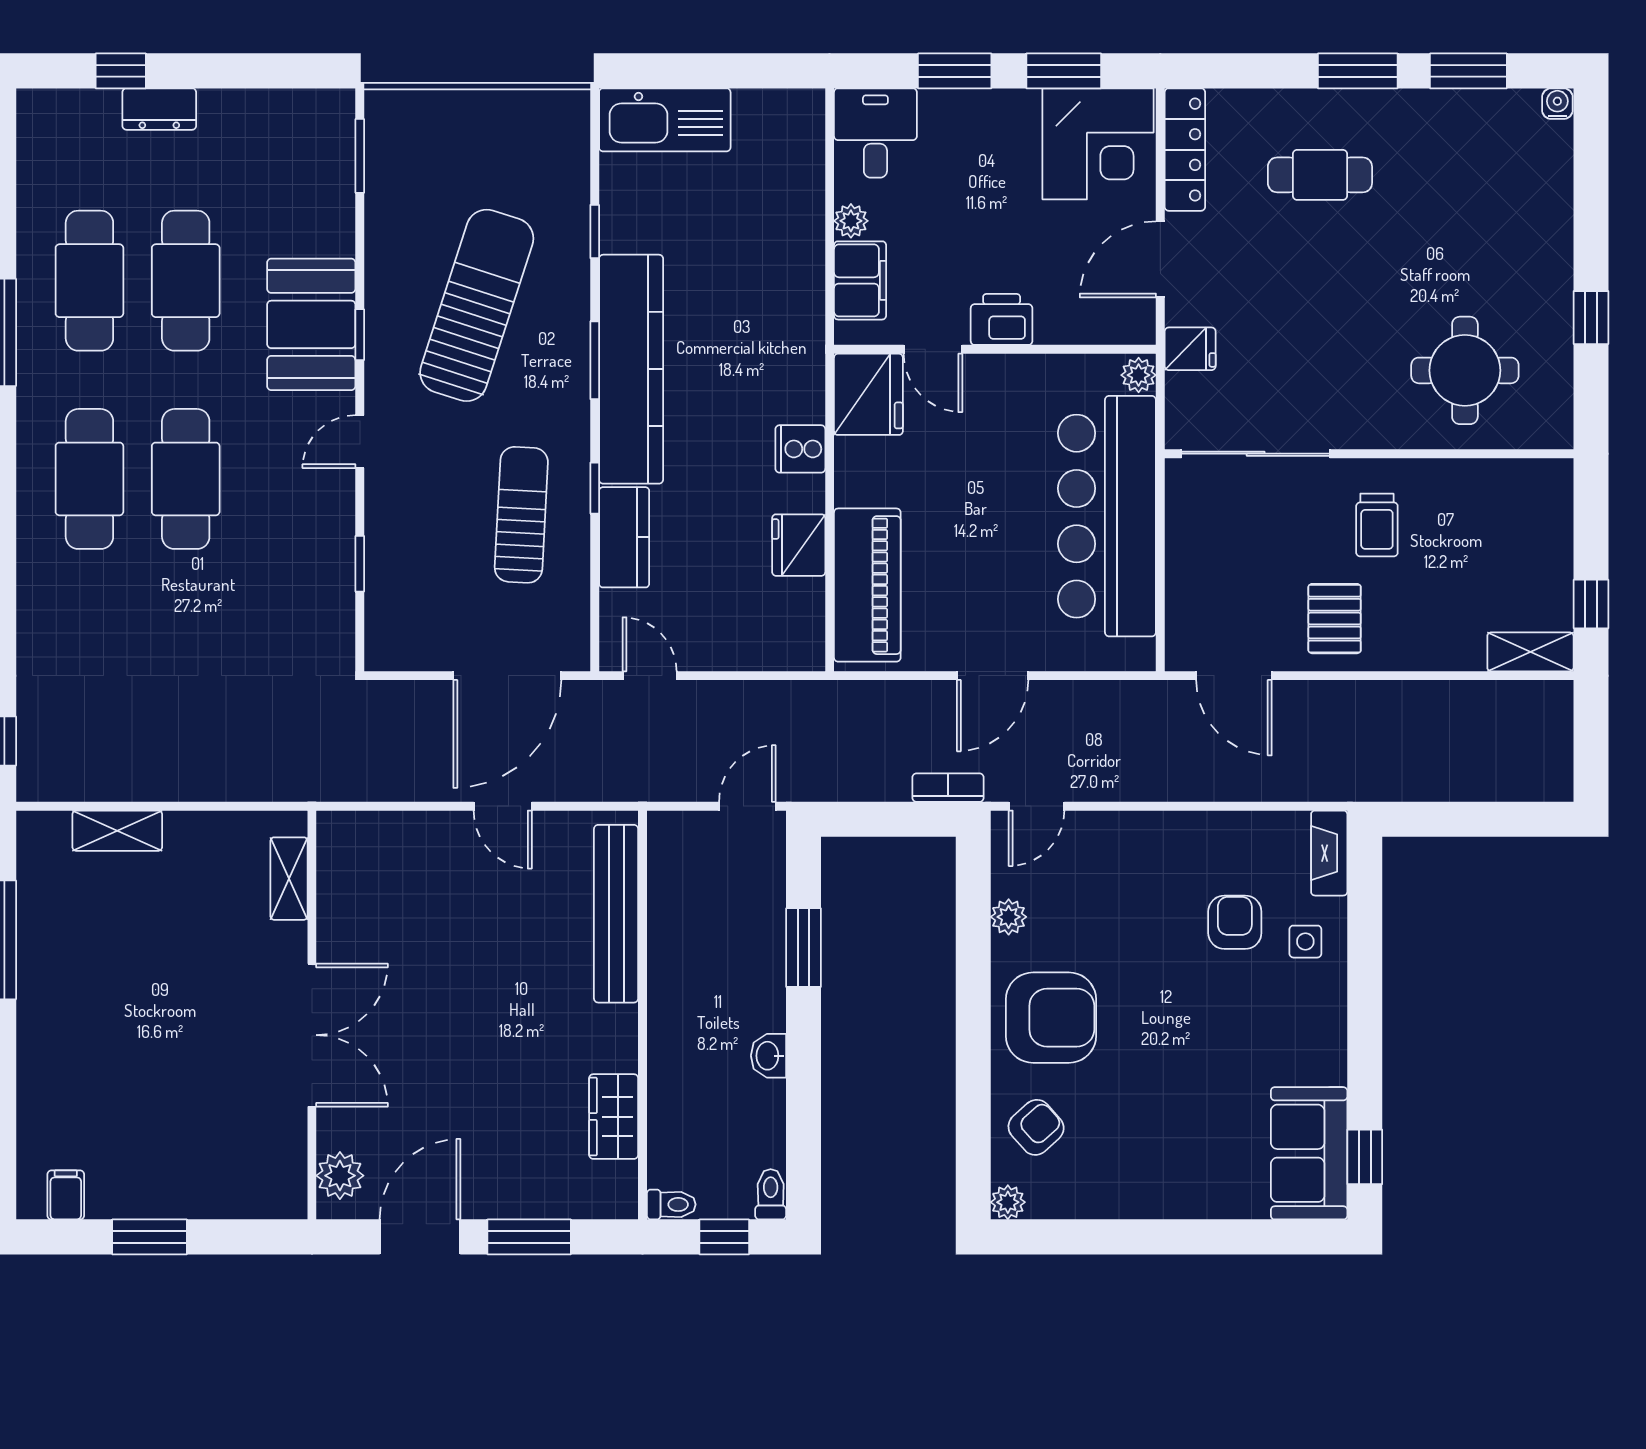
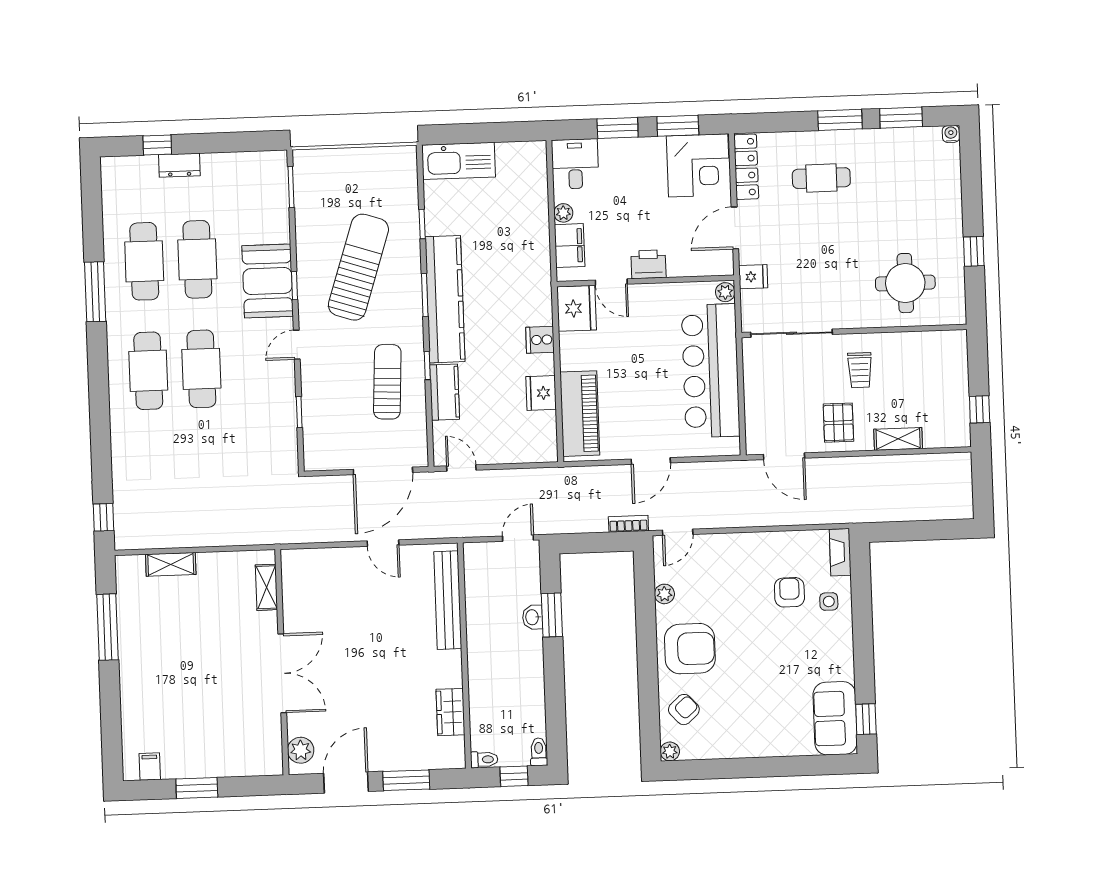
shelving: (1530, 652) -> (898, 439), moved
washbasin: (768, 1056) -> (533, 617), moved

